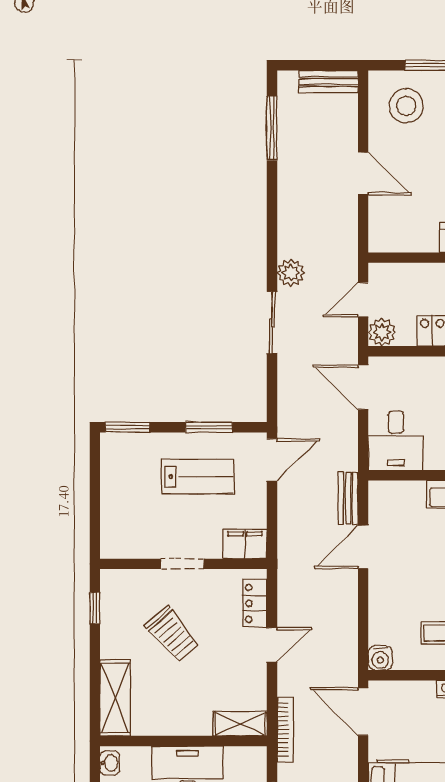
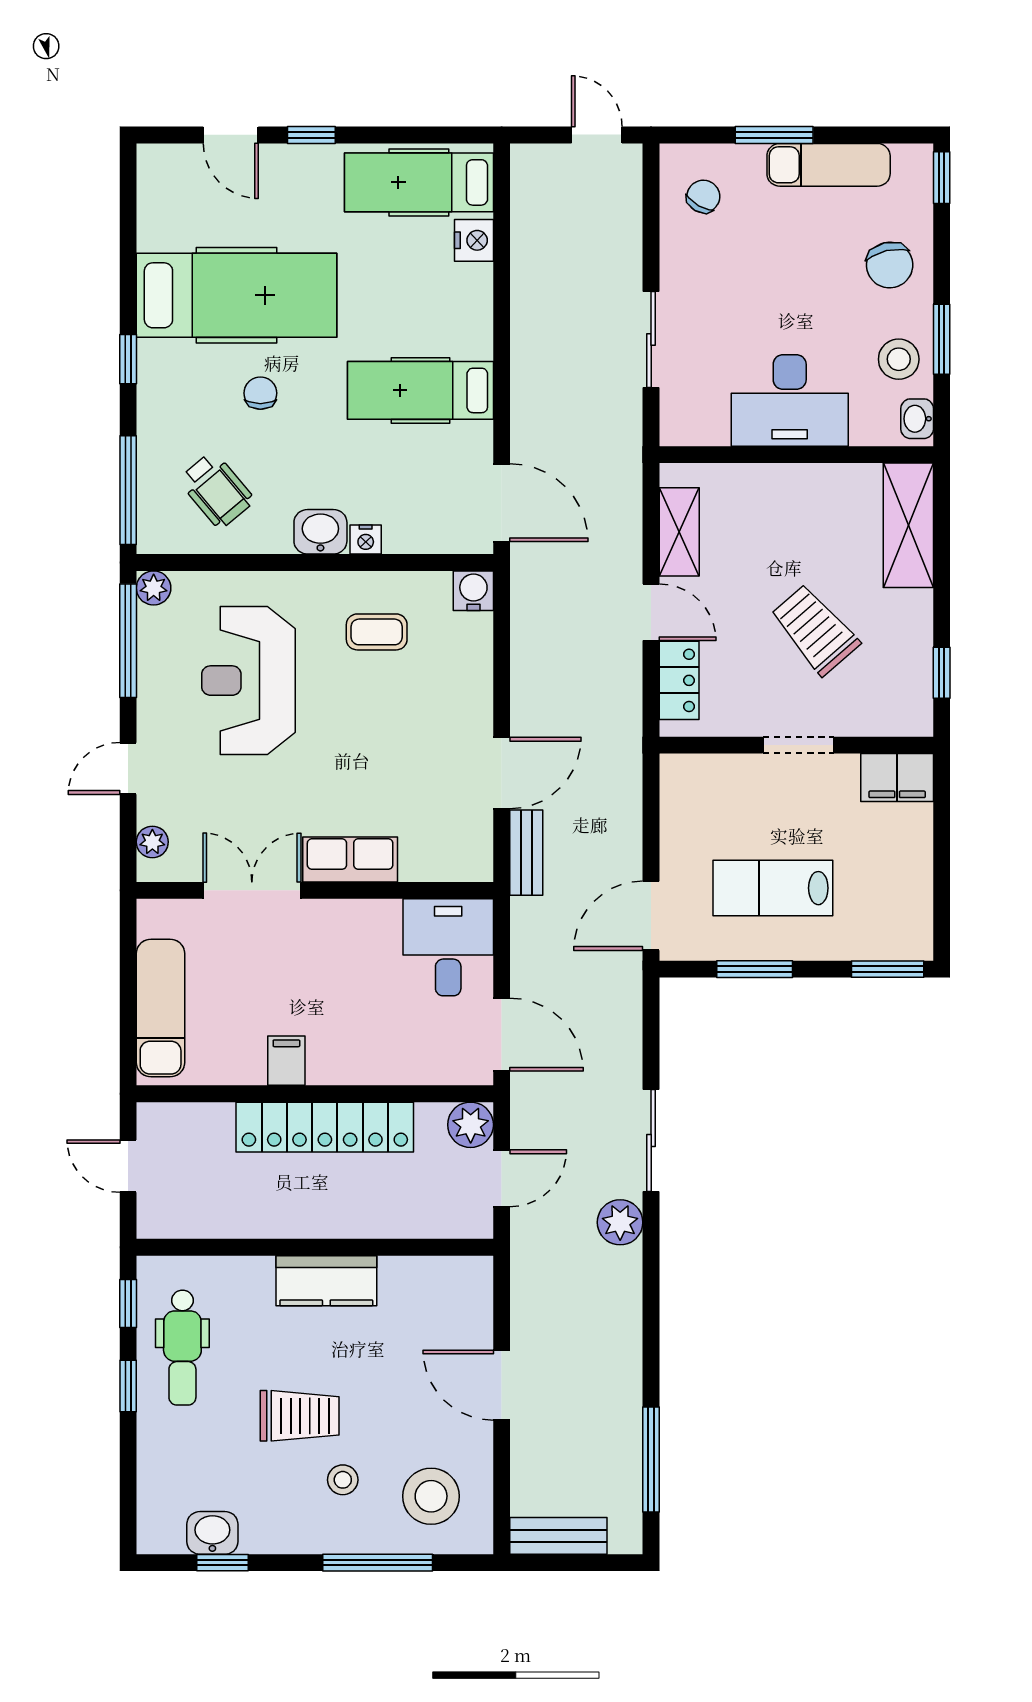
filing cabinet: (245, 544) -> (897, 777), moved
door: (272, 645) -> (651, 612), swing flipped
shelving: (240, 724) -> (679, 532), moved, turned 90
bookcase: (285, 730) -> (629, 473), removed

